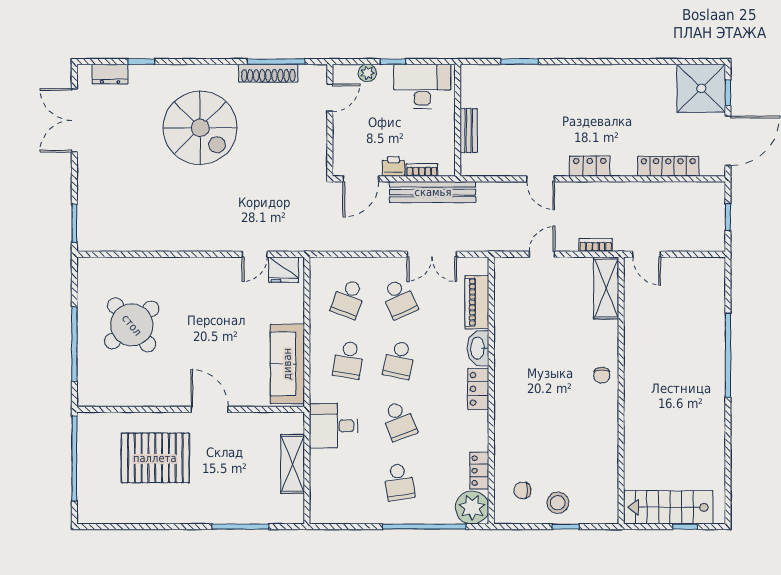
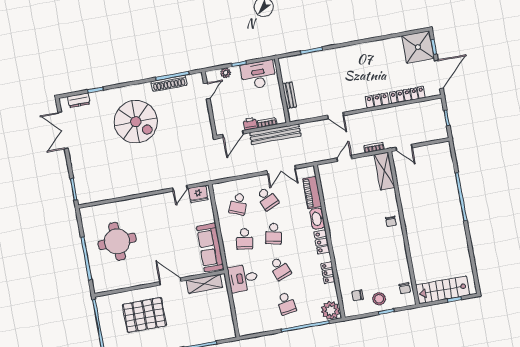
locker: (590, 166) -> (377, 100), moved
round table: (132, 325) -> (117, 241), turned 37
shelving: (293, 464) -> (204, 284), moved, turned 90
locker: (479, 471) -> (328, 273), moved
chair: (604, 493) -> (405, 288), added

